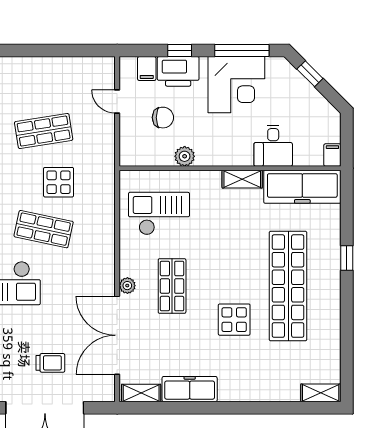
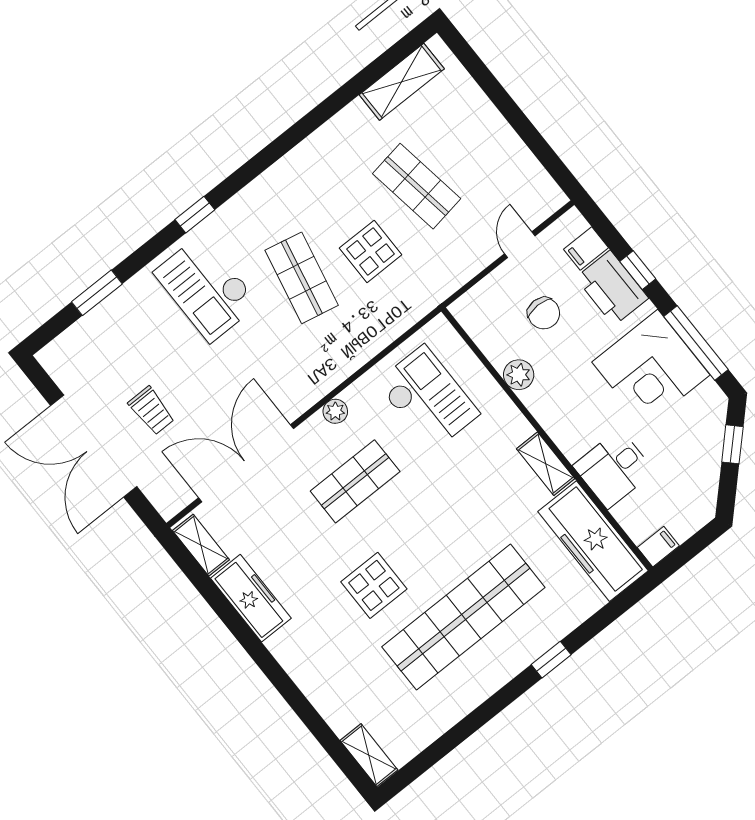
plant: (127, 286) -> (335, 411), moved

